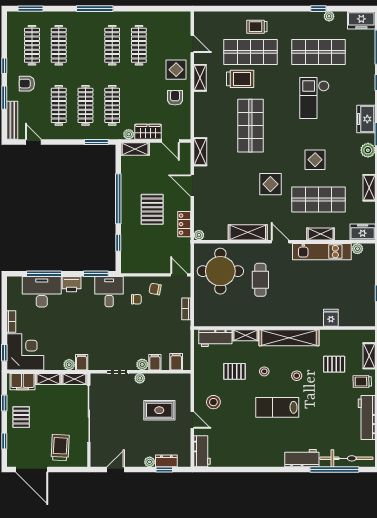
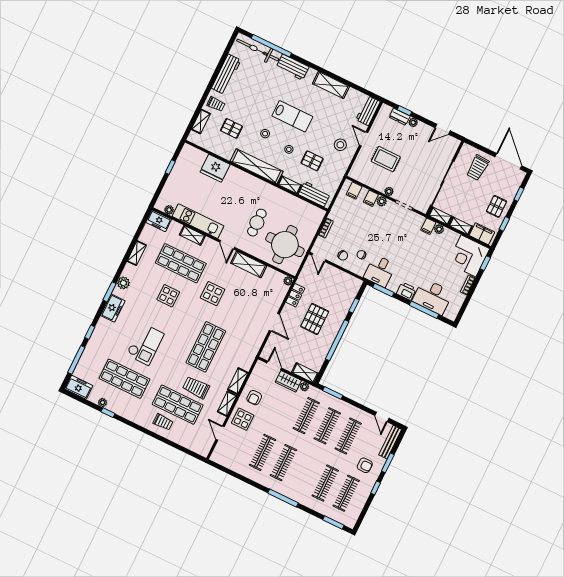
shelving: (200, 152) -> (238, 381), moved
fridge: (331, 318) -> (215, 168), width x1.88, depth x1.34
shelving: (253, 459) -> (331, 85), added

